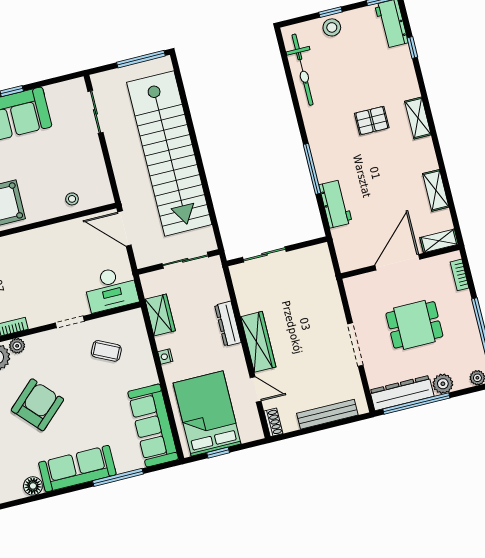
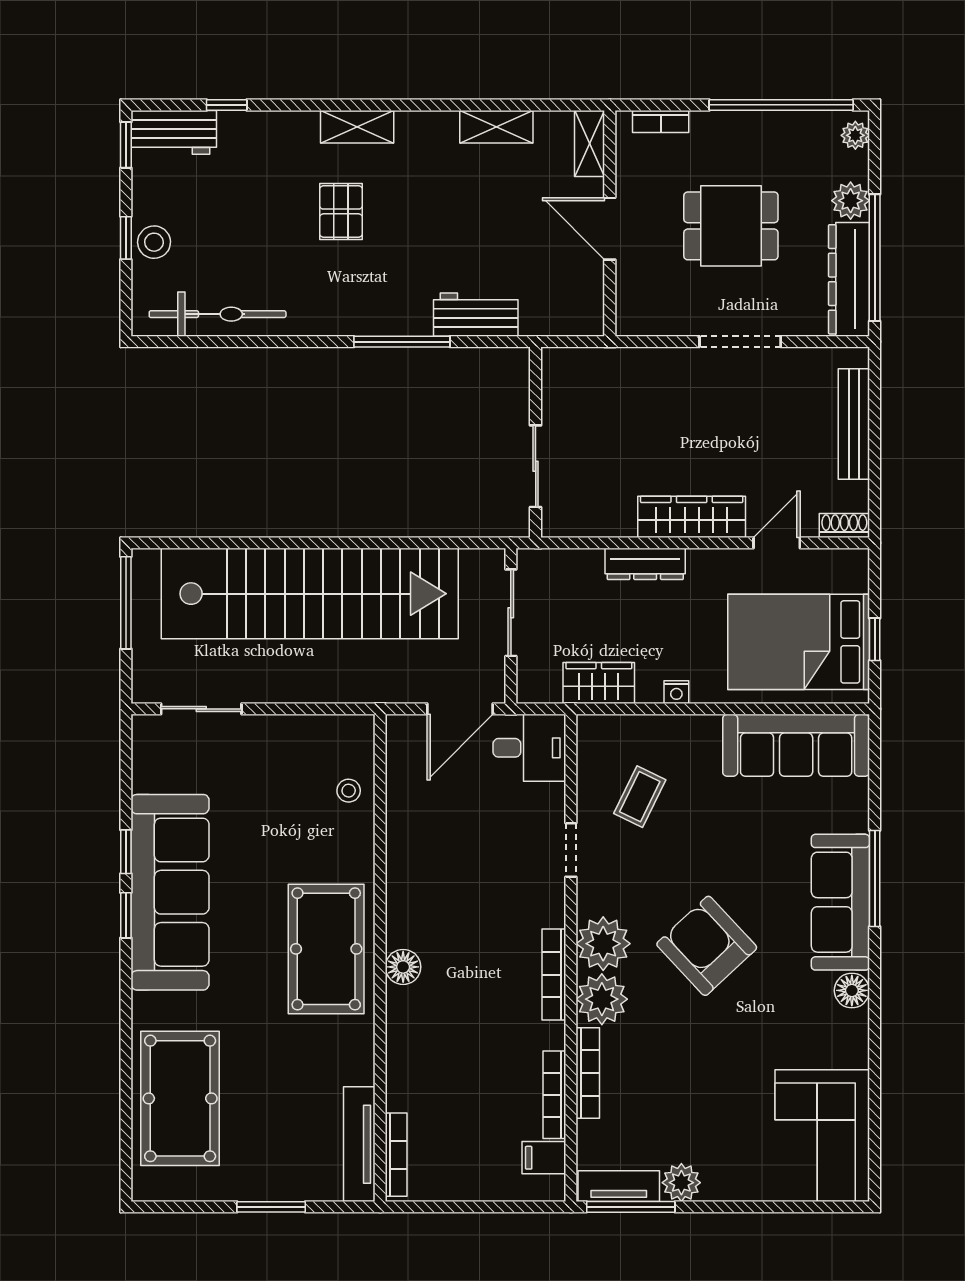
door: (124, 228) -> (460, 709), moved
door: (397, 262) -> (610, 229), width x0.73
desk: (111, 289) -> (529, 748), width x0.73
dining table: (414, 325) -> (731, 226), turned 90
plant: (17, 346) -> (603, 944), width x1.87, depth x1.87
window: (118, 477) -> (875, 879), moved

